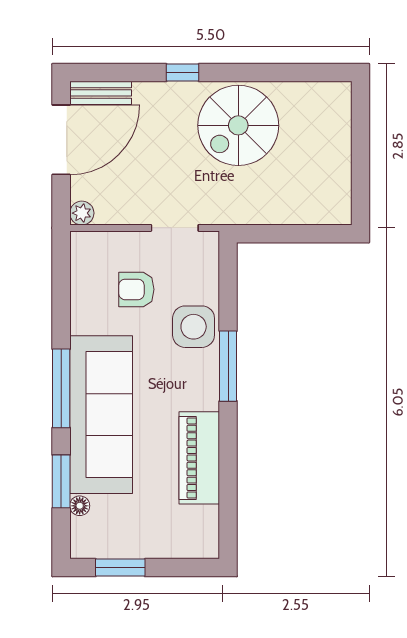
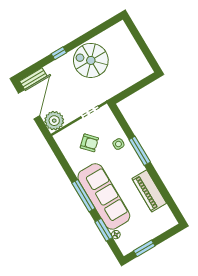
spiral stairs: (238, 125) -> (91, 60), turned 90
plant: (82, 213) -> (54, 121), width x1.87, depth x1.87
armchair: (136, 289) -> (89, 143), turned -133
side table: (194, 327) -> (118, 144), width x0.54, depth x0.54

